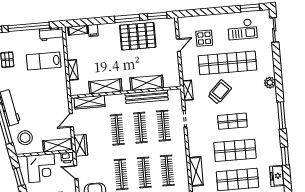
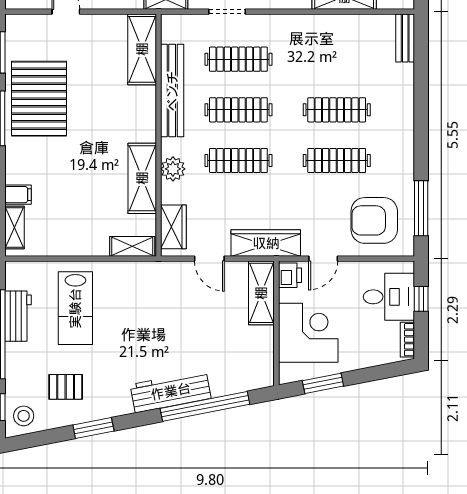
workbench: (51, 34) -> (18, 316), moved
shelving: (73, 70) -> (132, 246), moved
shelving: (147, 83) -> (142, 49), moved
plant: (111, 100) -> (173, 169), added
wardrobe: (90, 102) -> (173, 227), width x0.67
stool: (25, 138) -> (239, 363), removed
wardrobe: (81, 145) -> (266, 243), width x1.50
clothes rail: (167, 170) -> (337, 59), removed

